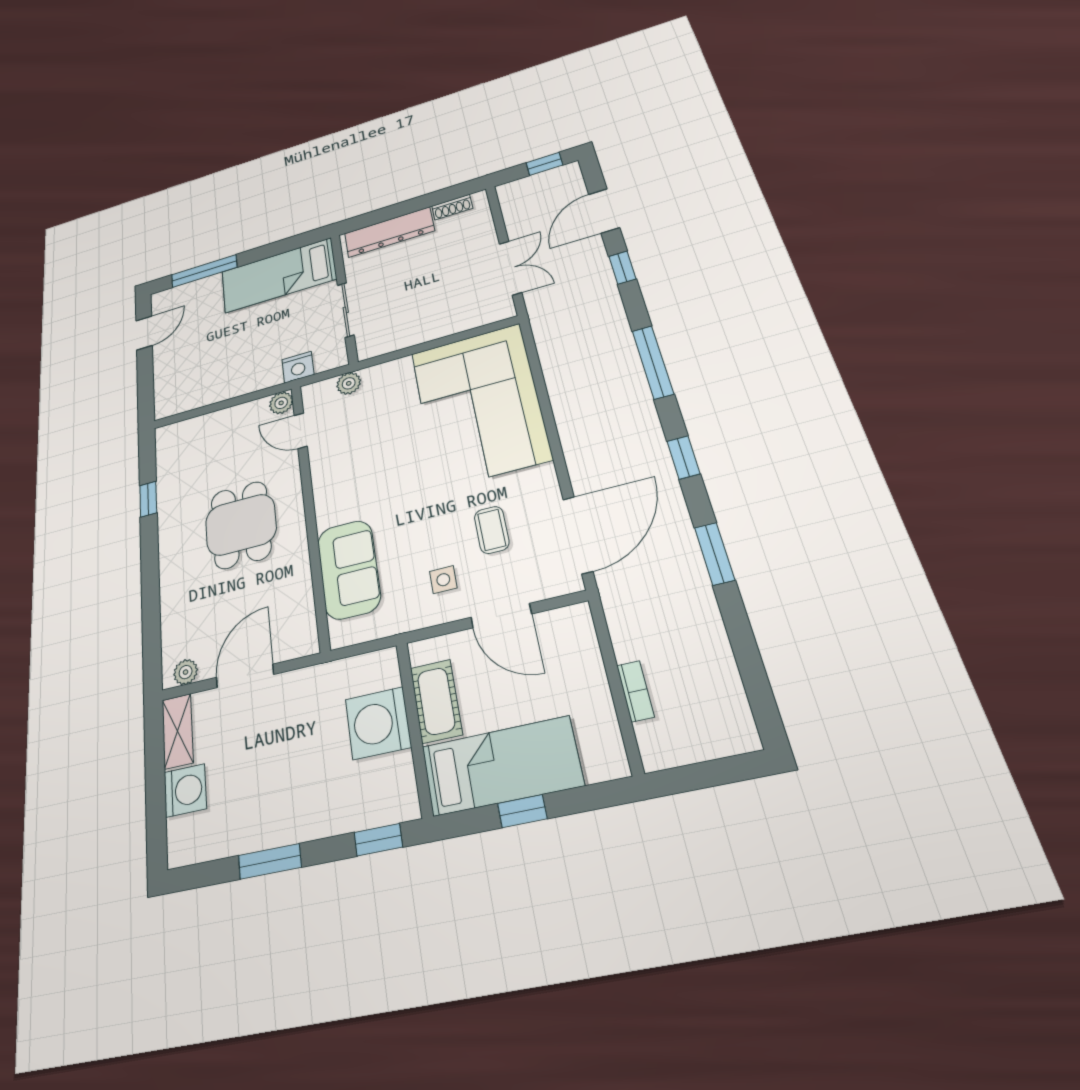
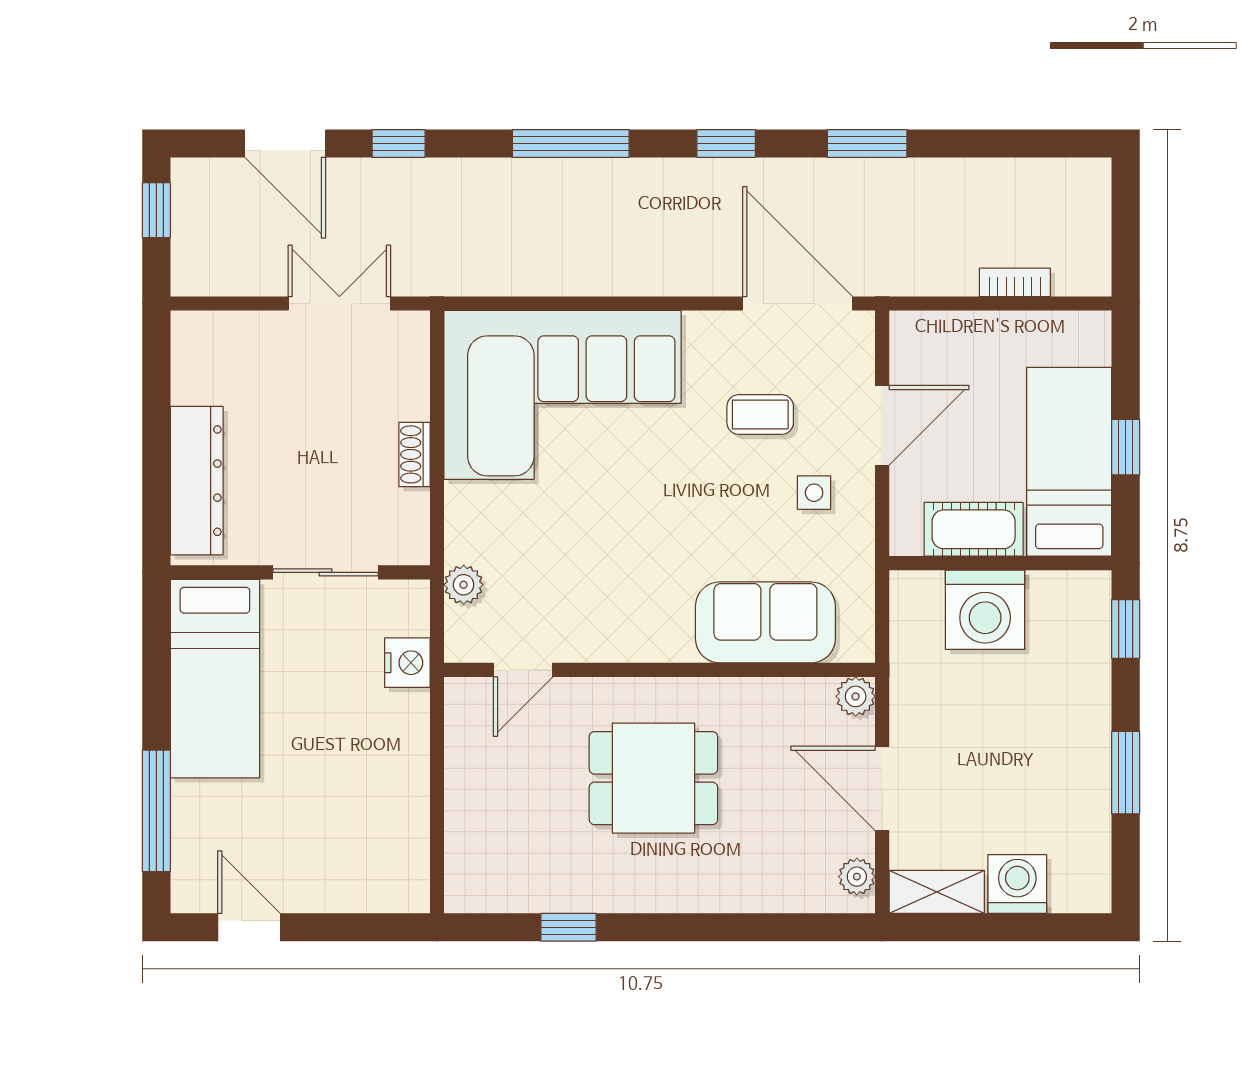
shoe rack: (452, 207) -> (414, 454), moved, turned 180
plant: (281, 403) -> (856, 696), moved

